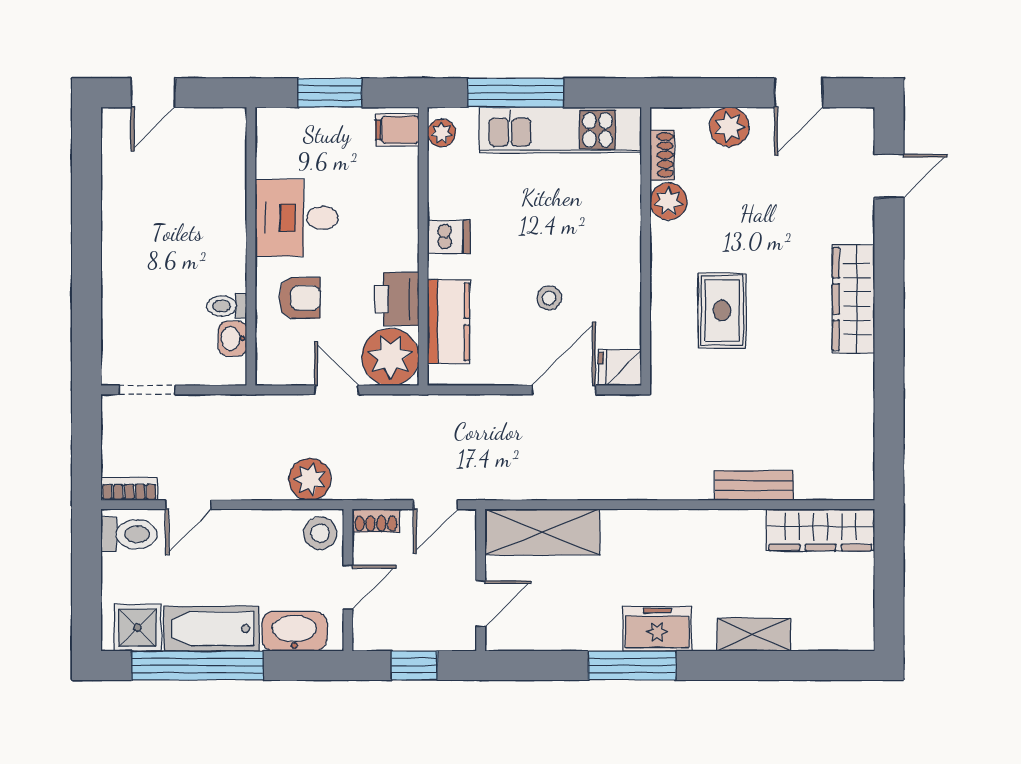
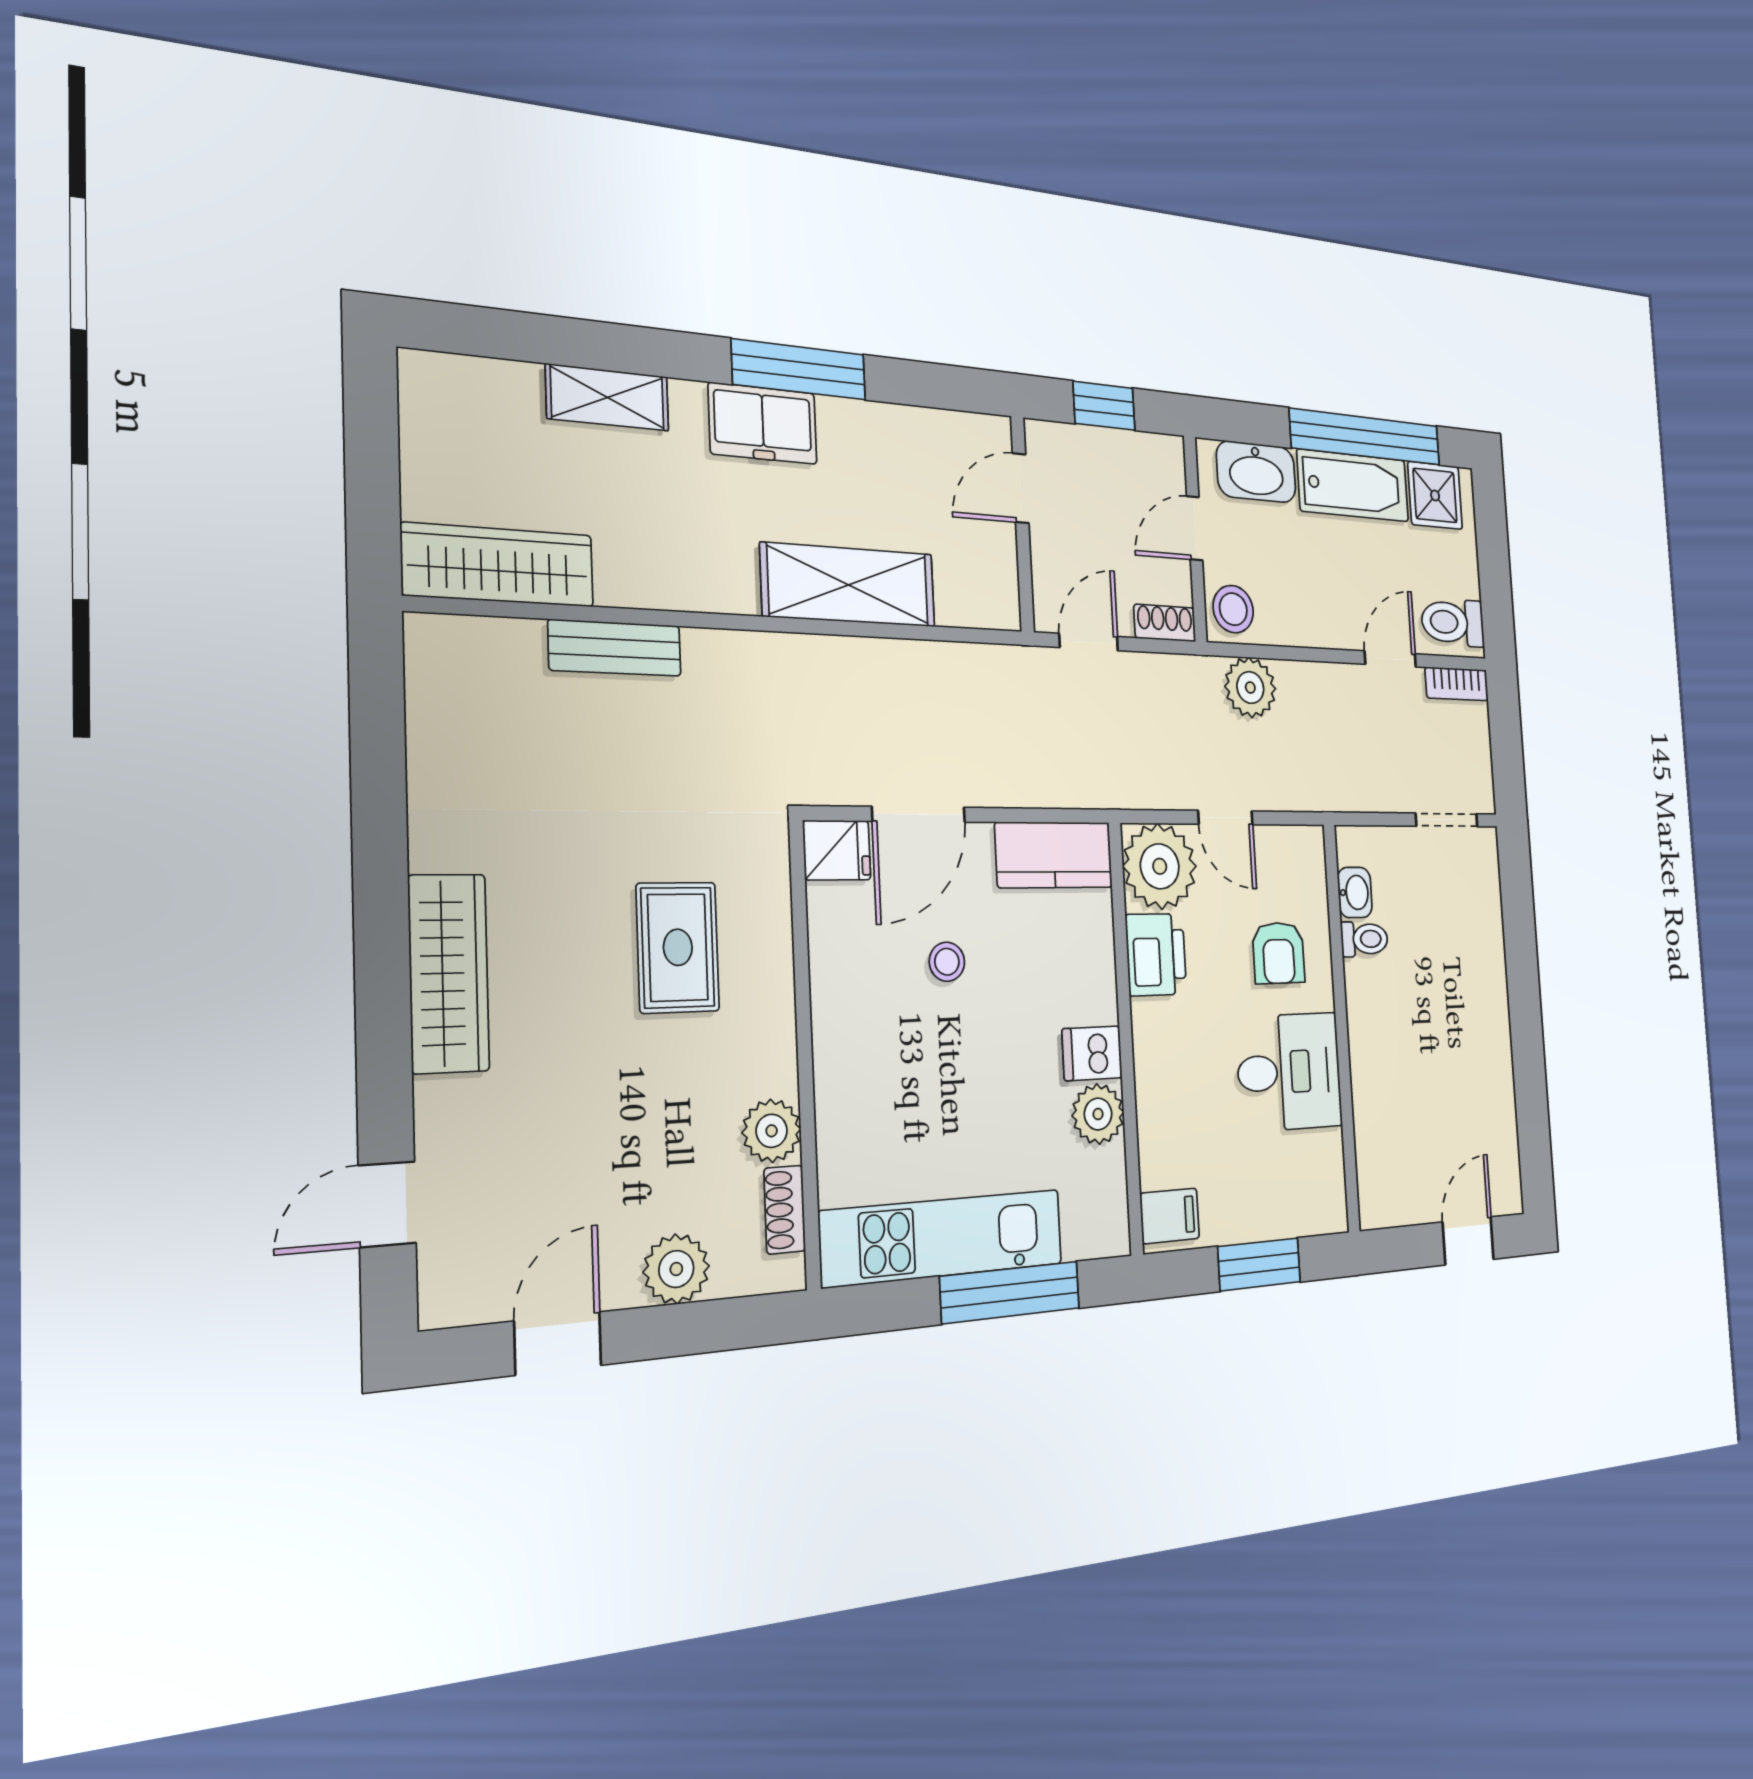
plant: (441, 133) -> (1098, 1114), moved, width x1.38, depth x1.38
armchair: (300, 298) -> (1279, 953), turned -90
kitchen counter: (448, 322) -> (1054, 855), moved, turned -90
shelving: (542, 532) -> (849, 585), moved

